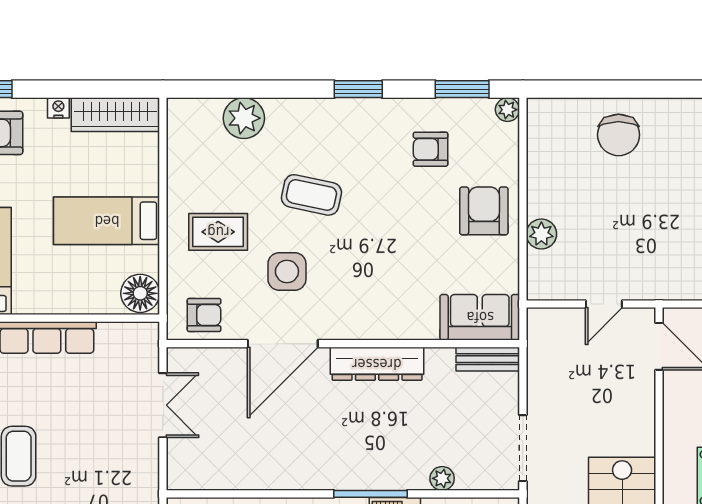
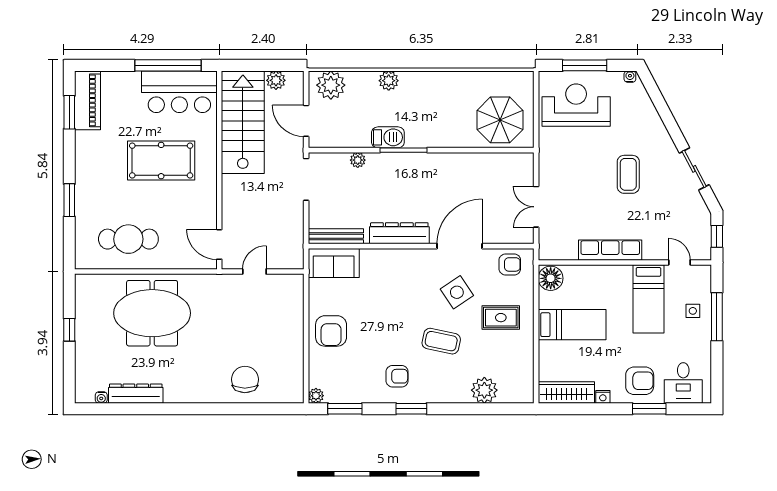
armchair: (431, 149) -> (397, 376), moved
plant: (541, 234) -> (294, 316), removed
side table: (287, 271) -> (457, 292), turned -34
armchair: (204, 315) -> (510, 264), turned 180
bench: (488, 359) -> (336, 236), width x1.36

